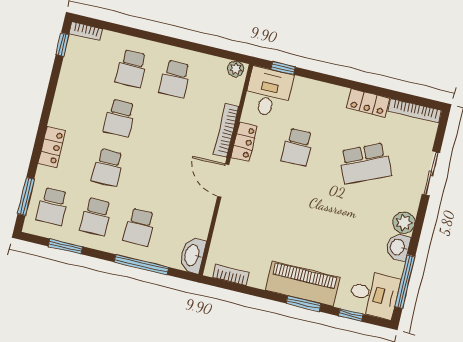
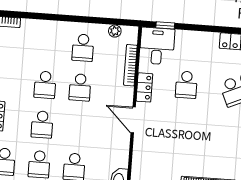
school desk: (131, 69) -> (80, 87), moved
plant: (236, 69) -> (115, 31), moved
bookcase: (226, 130) -> (130, 65), moved

